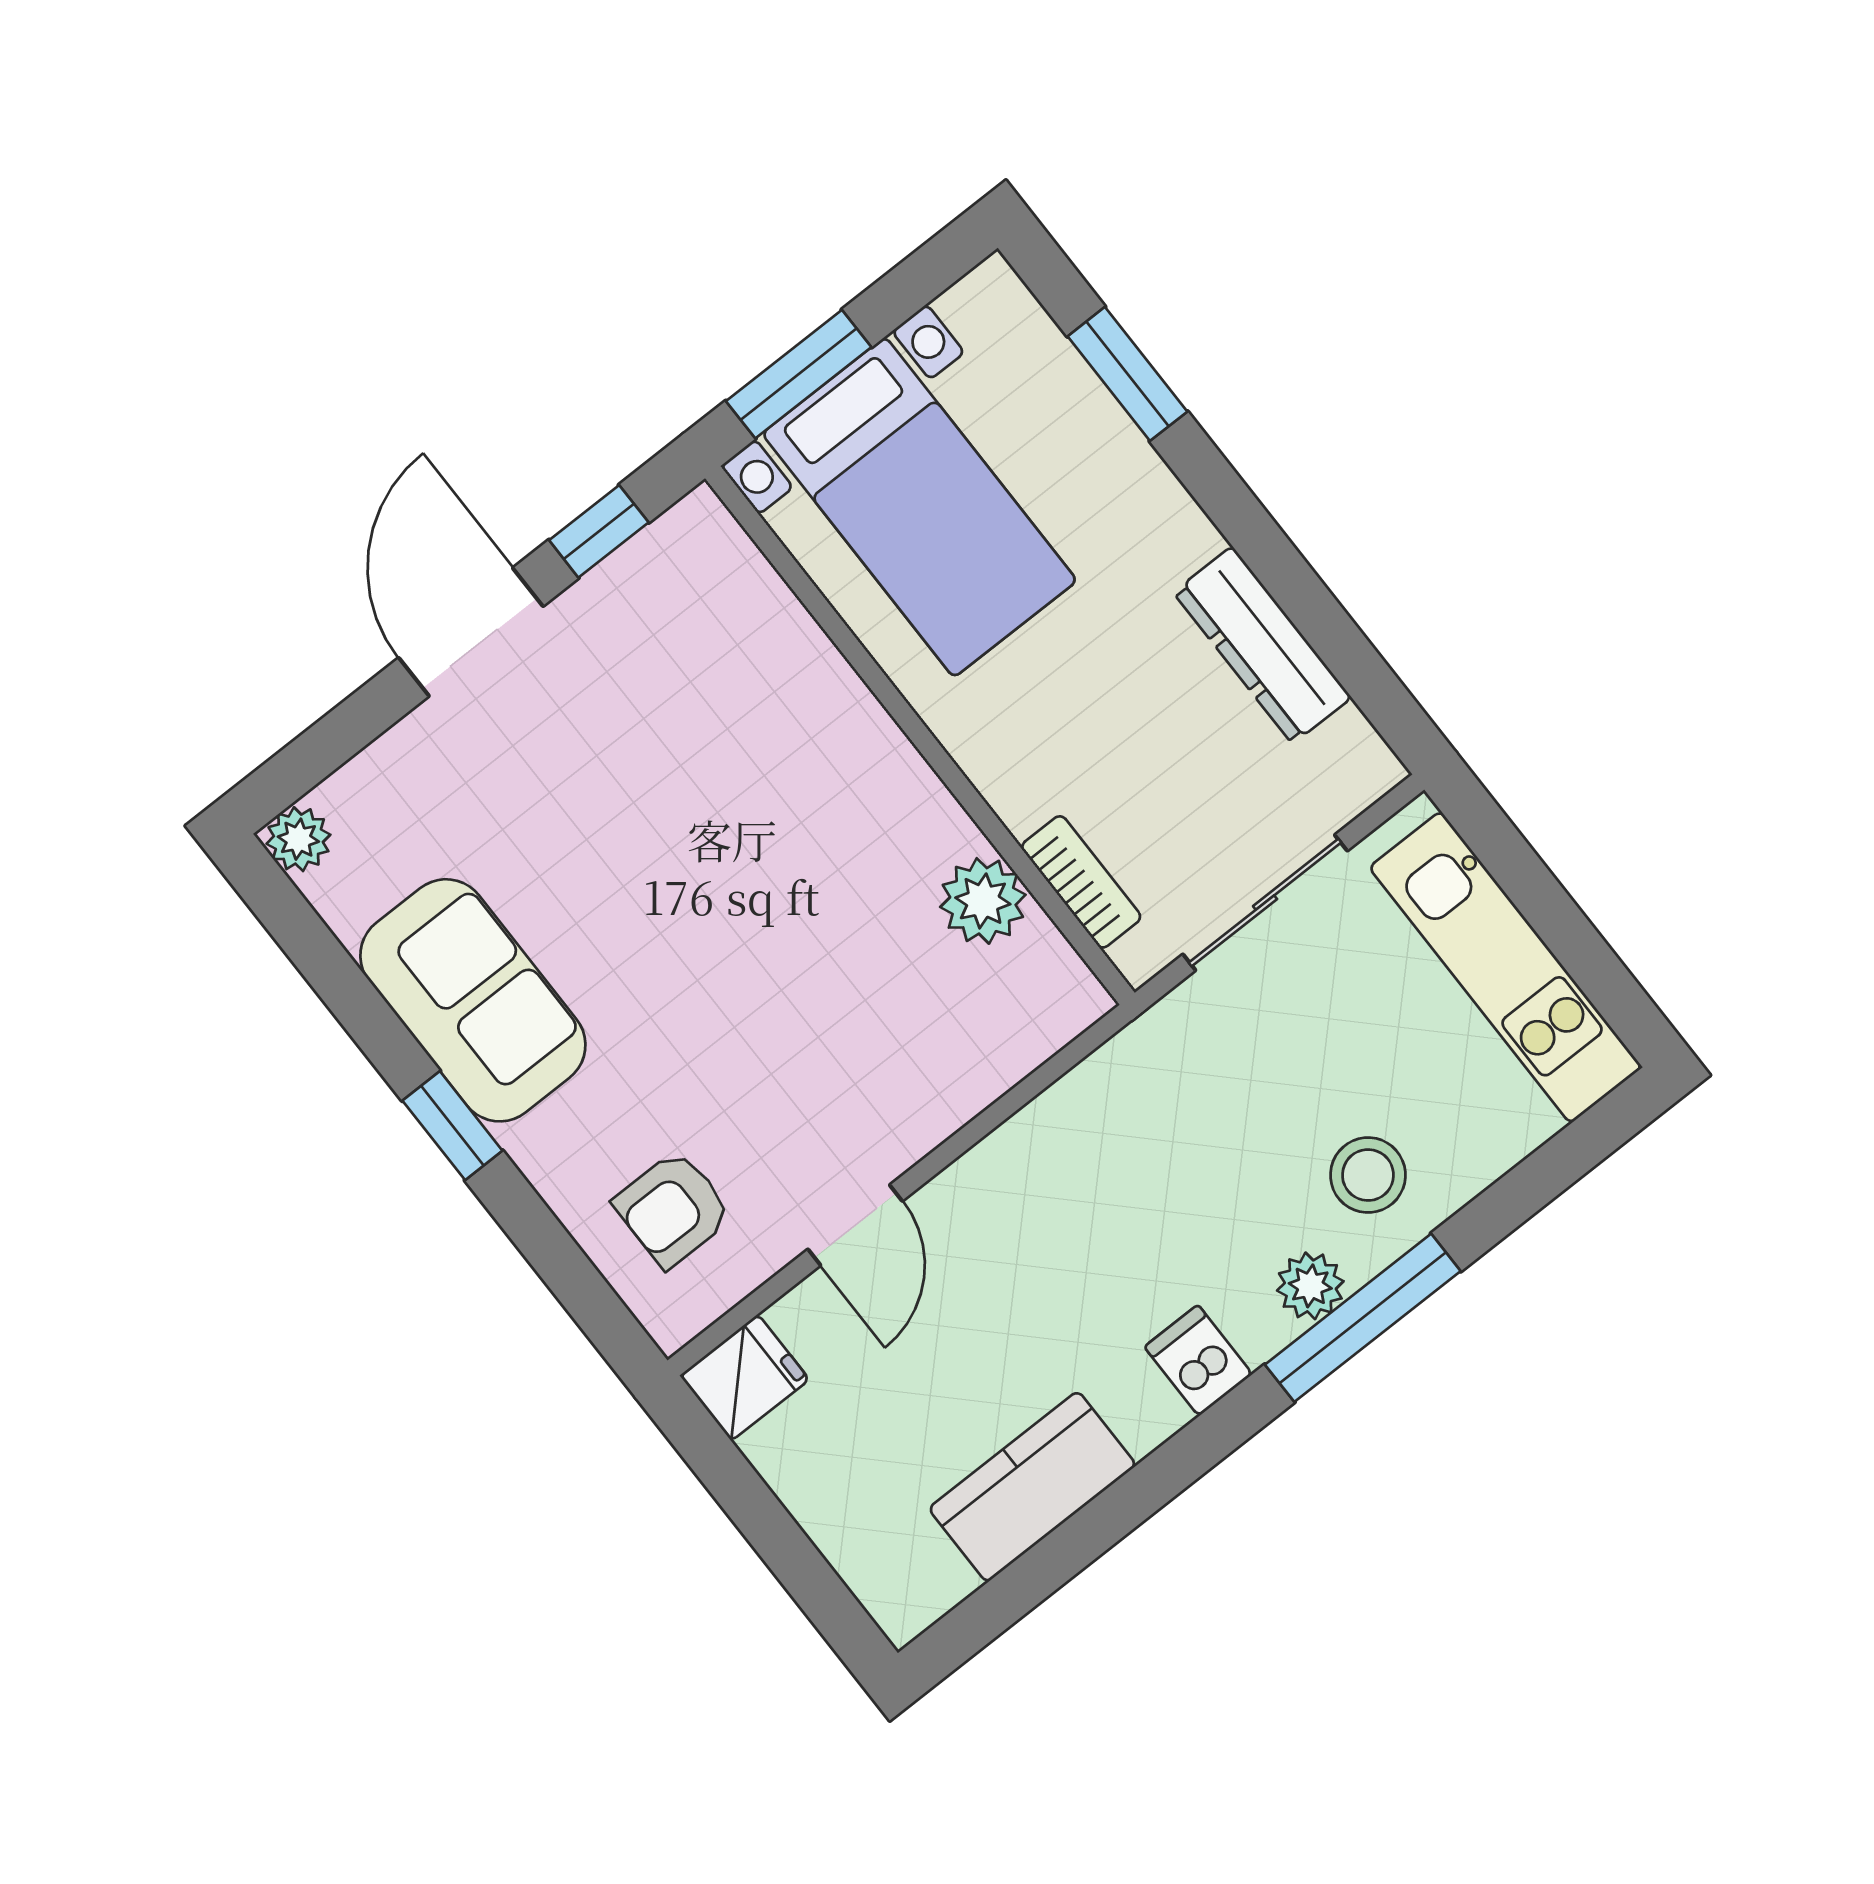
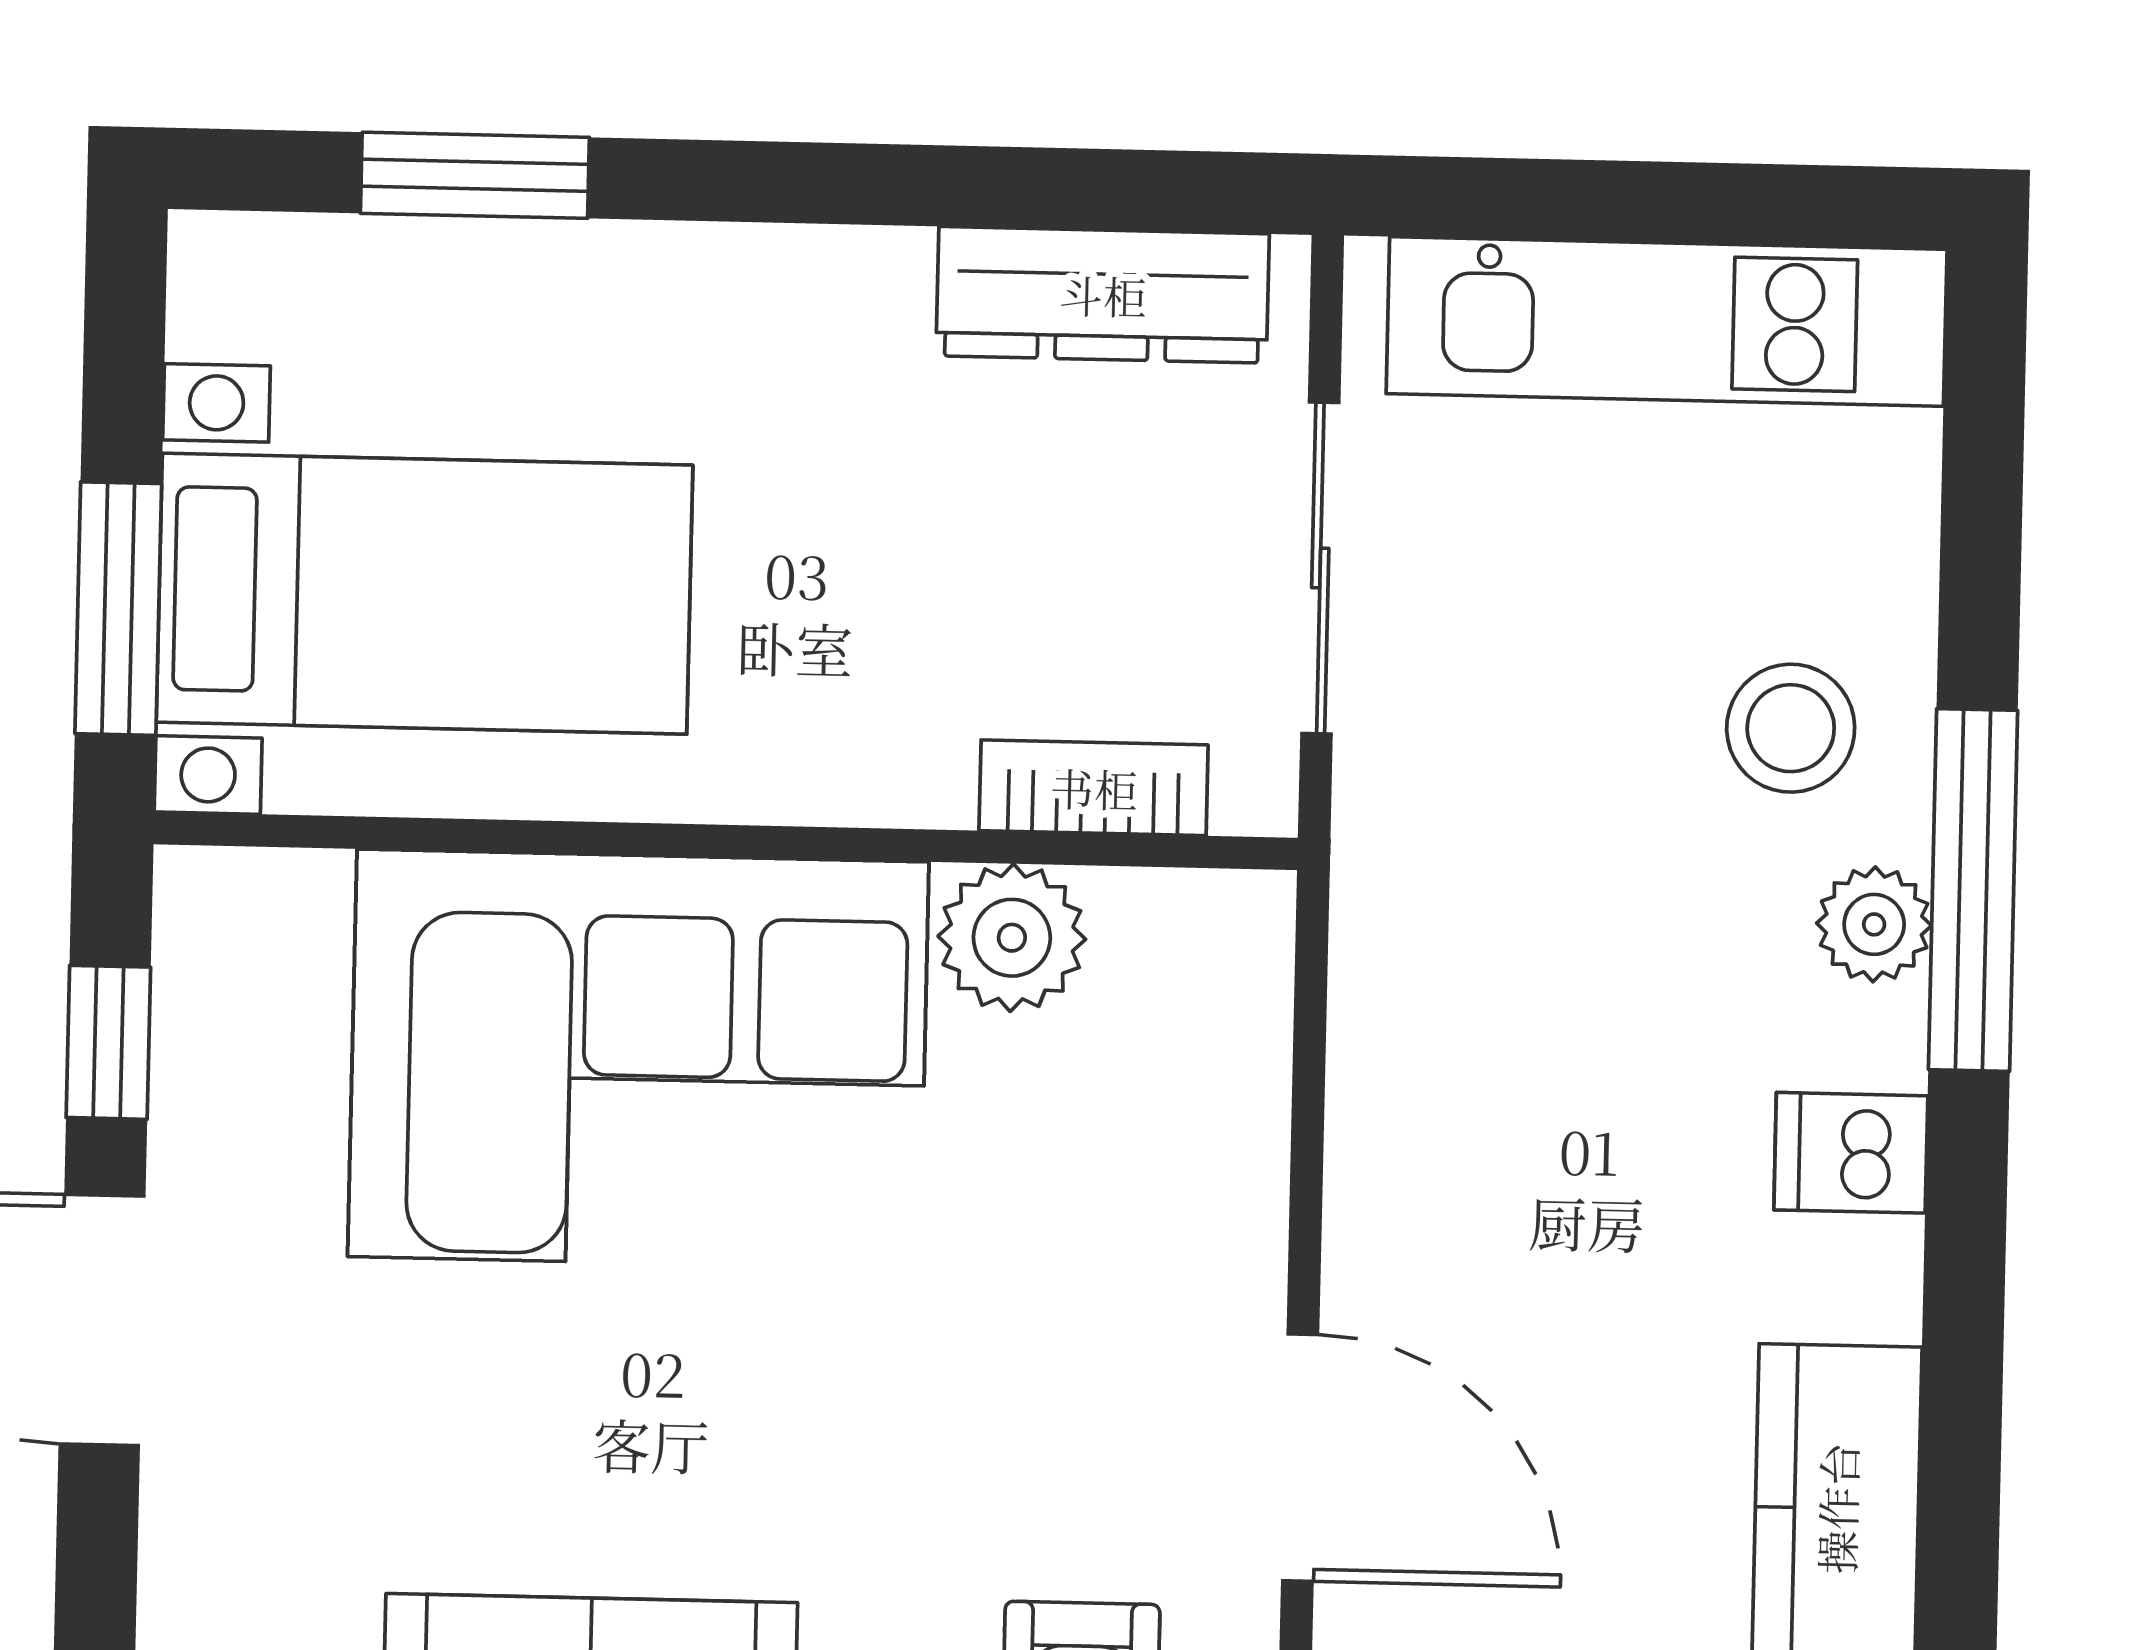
dresser: (1262, 645) -> (1103, 295), moved
corner sofa: (789, 777) -> (638, 1059), added
door: (855, 1225) -> (1300, 1458), width x1.38

